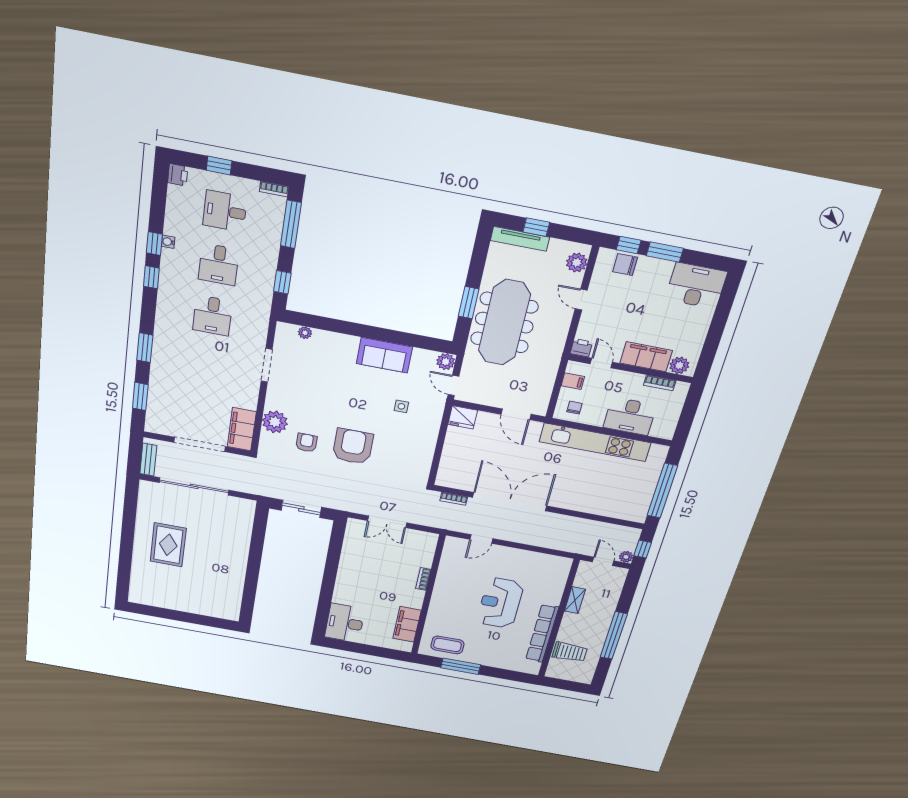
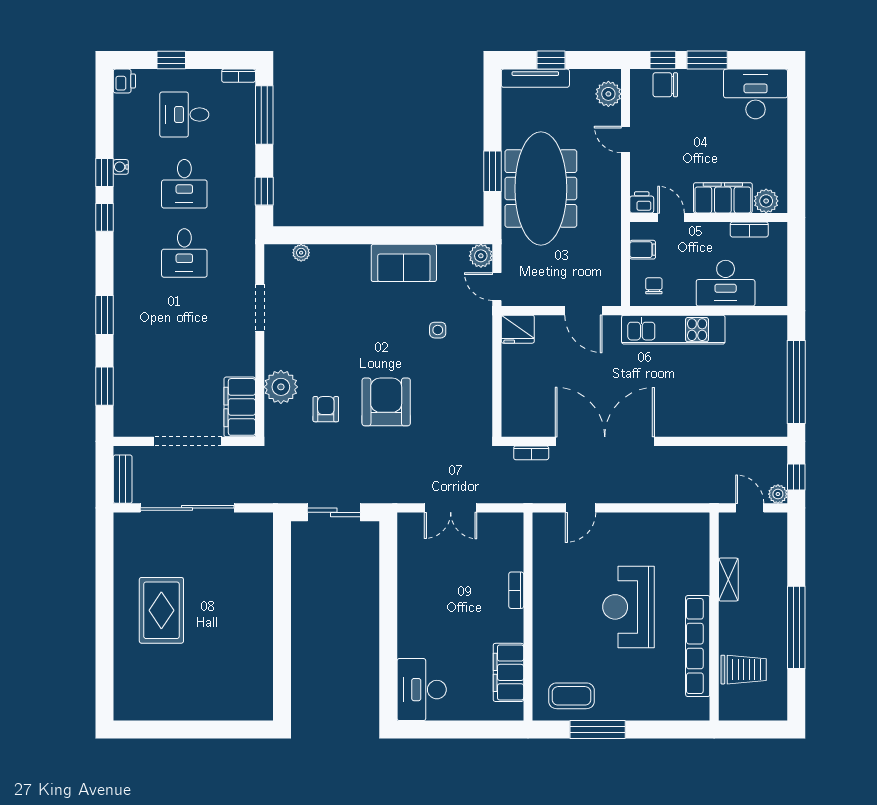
kitchen unit: (595, 442) -> (673, 330), width x0.73

